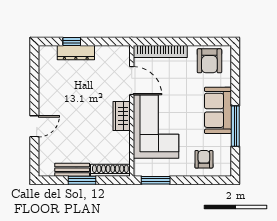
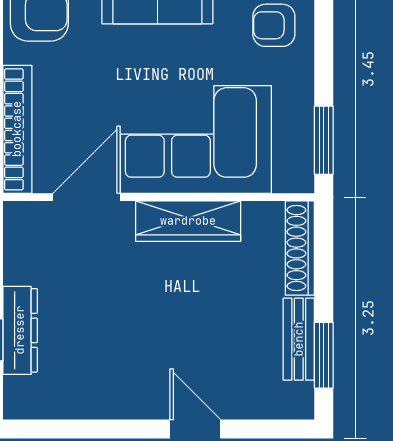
wardrobe: (122, 116) -> (188, 221), width x1.50
window: (82, 180) -> (324, 355), moved

